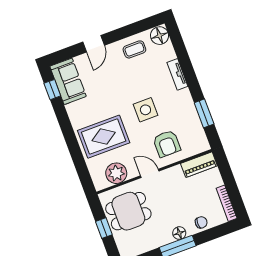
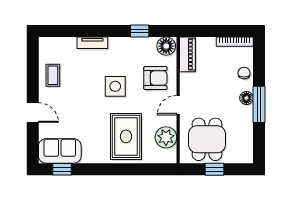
floor lamp: (160, 36) -> (166, 46), moved
window: (204, 113) -> (140, 31), width x0.67

